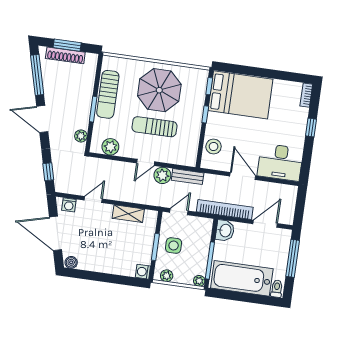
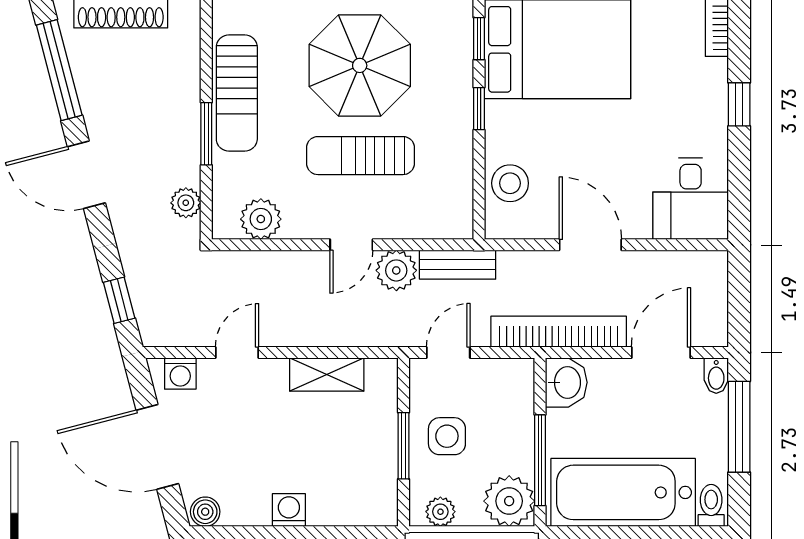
desk: (280, 162) -> (691, 199), width x0.73
bidet: (286, 236) -> (716, 376), added
washing machine: (143, 272) -> (289, 510), moved, turned 90
plant: (199, 281) -> (509, 501), width x1.87, depth x1.87

